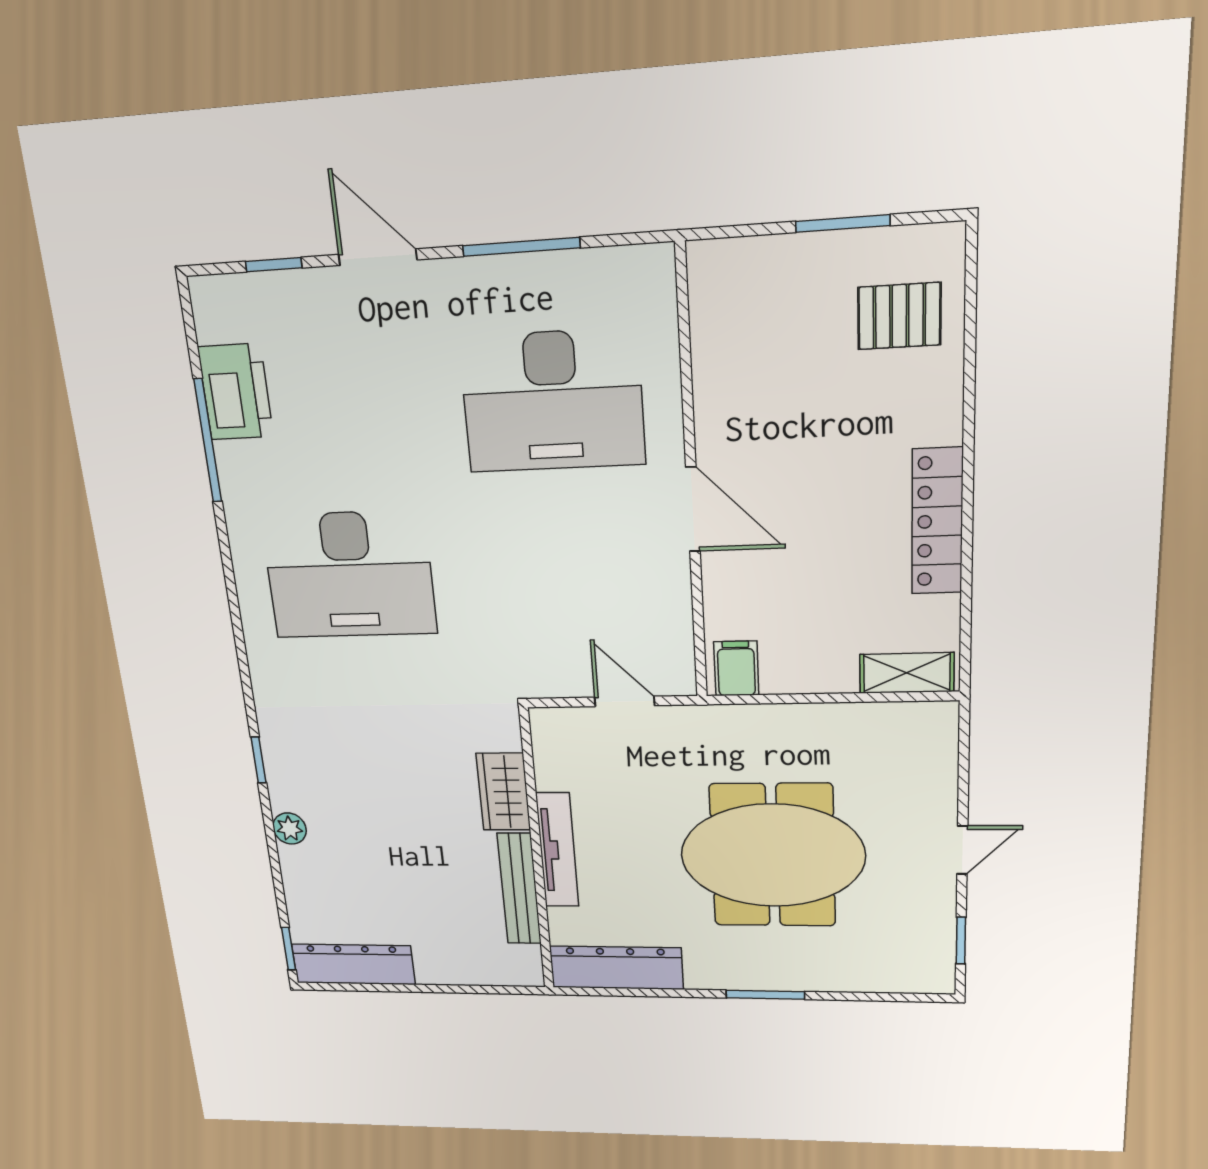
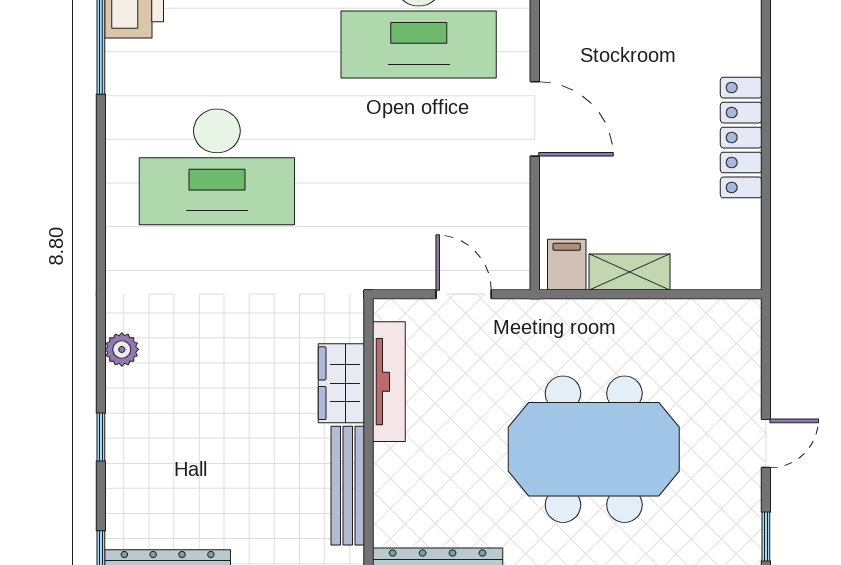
shelving: (907, 673) -> (629, 272), moved
window: (259, 760) -> (101, 437), moved
plant: (290, 829) -> (122, 349), moved
tv unit: (557, 850) -> (389, 382), moved

